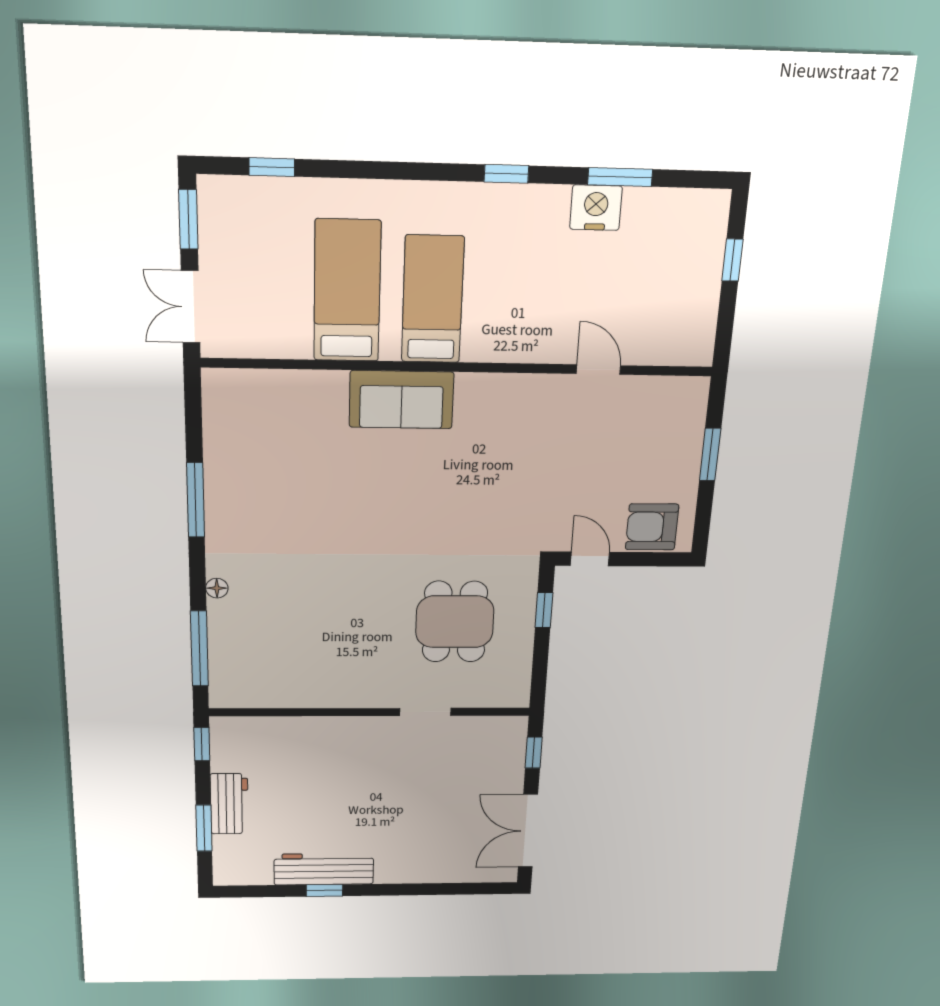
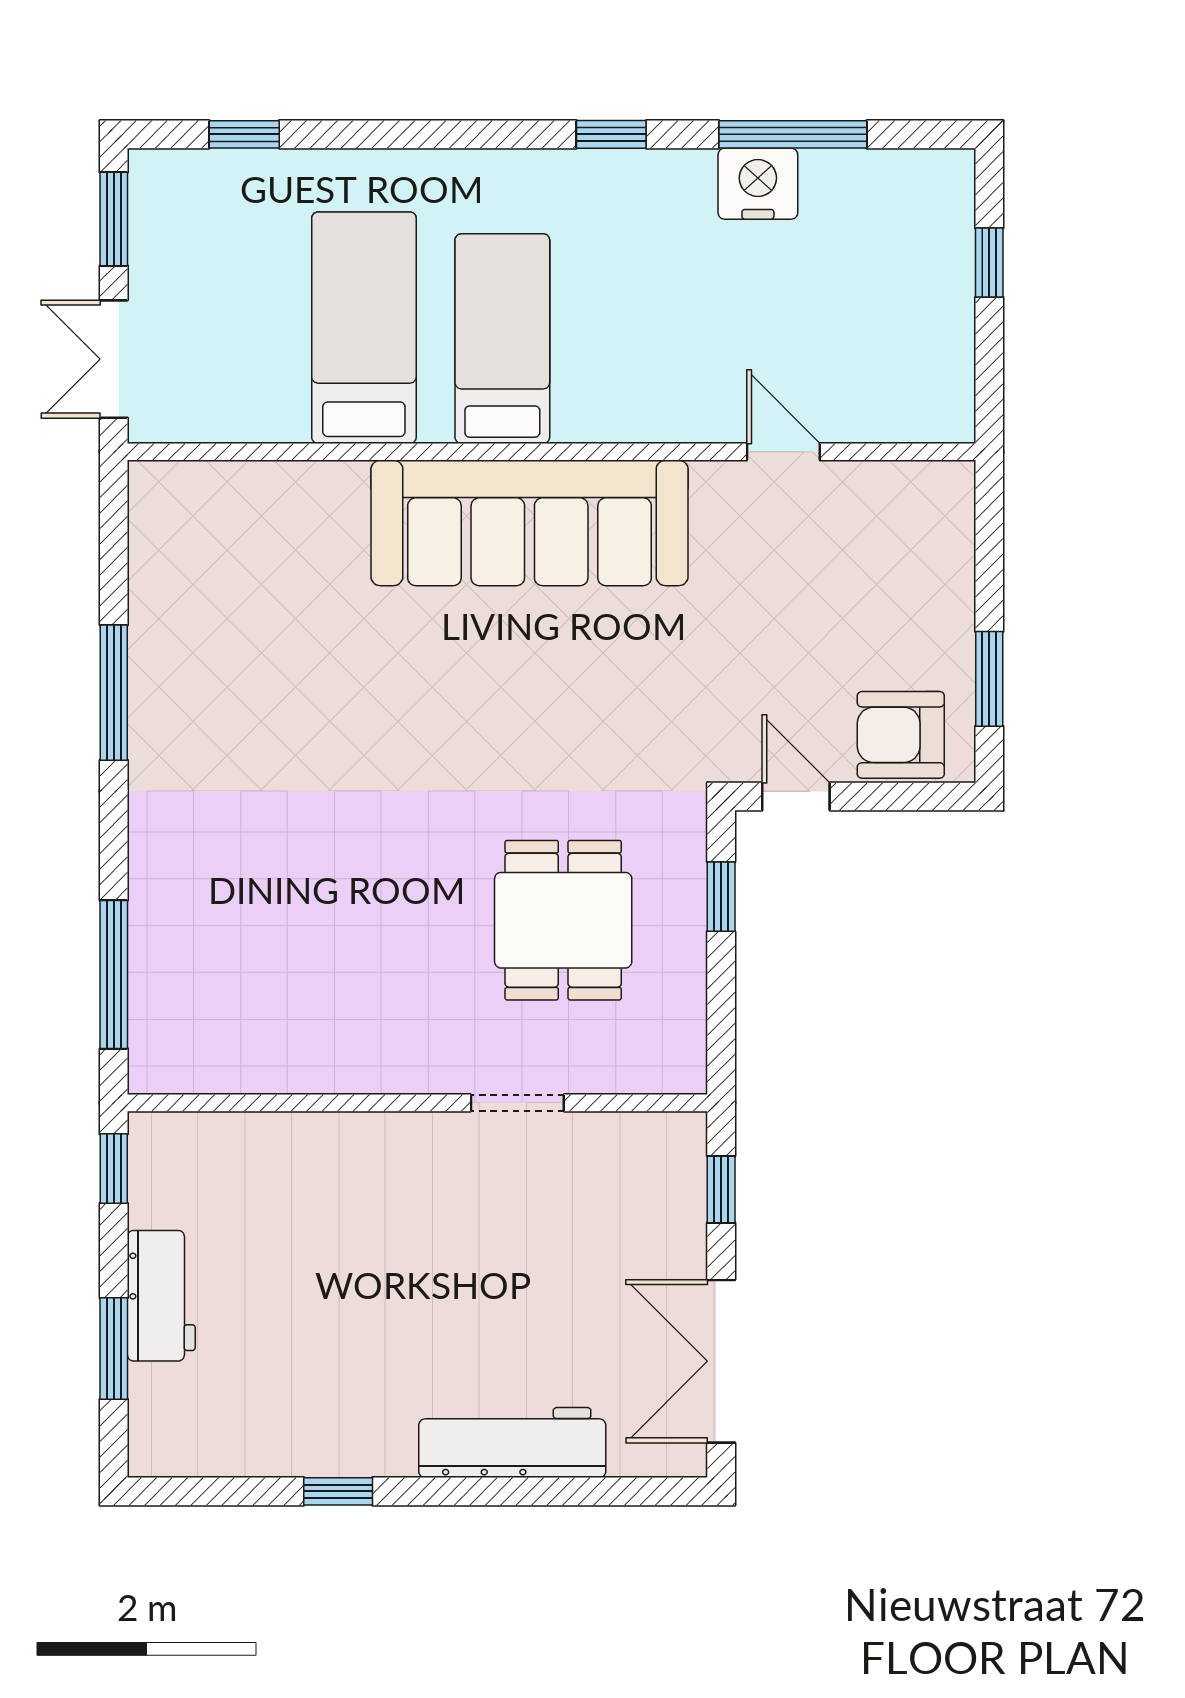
window: (620, 177) -> (793, 134), width x1.44
sofa: (401, 400) -> (530, 523), width x1.85, depth x1.27
window: (710, 454) -> (989, 679), moved
floor lamp: (217, 588) -> (146, 857), removed
workbench: (324, 869) -> (512, 1443), moved

